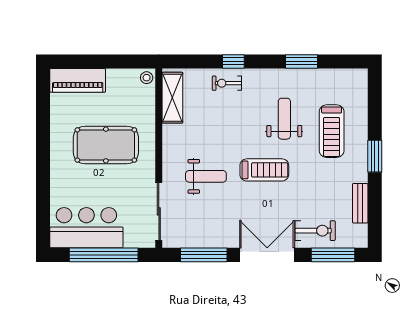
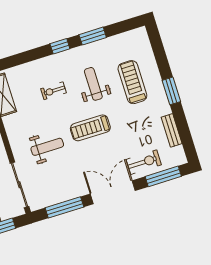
window: (233, 61) -> (60, 46), moved
exercise bike: (227, 83) -> (53, 91), moved
treadmill: (332, 131) -> (132, 82), turned 180
treadmill: (264, 170) -> (90, 128), turned 180

